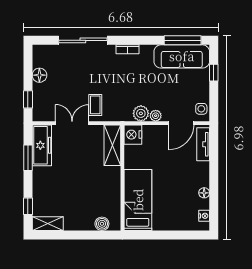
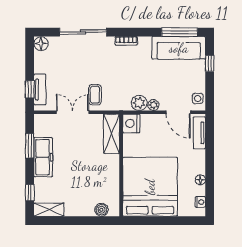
floor lamp: (39, 75) -> (41, 44), moved
tv unit: (38, 100) -> (40, 89), added
door: (181, 123) -> (178, 112), hinge flipped
freezer: (42, 145) -> (43, 157), moved
bed: (138, 200) -> (150, 187), width x2.04

